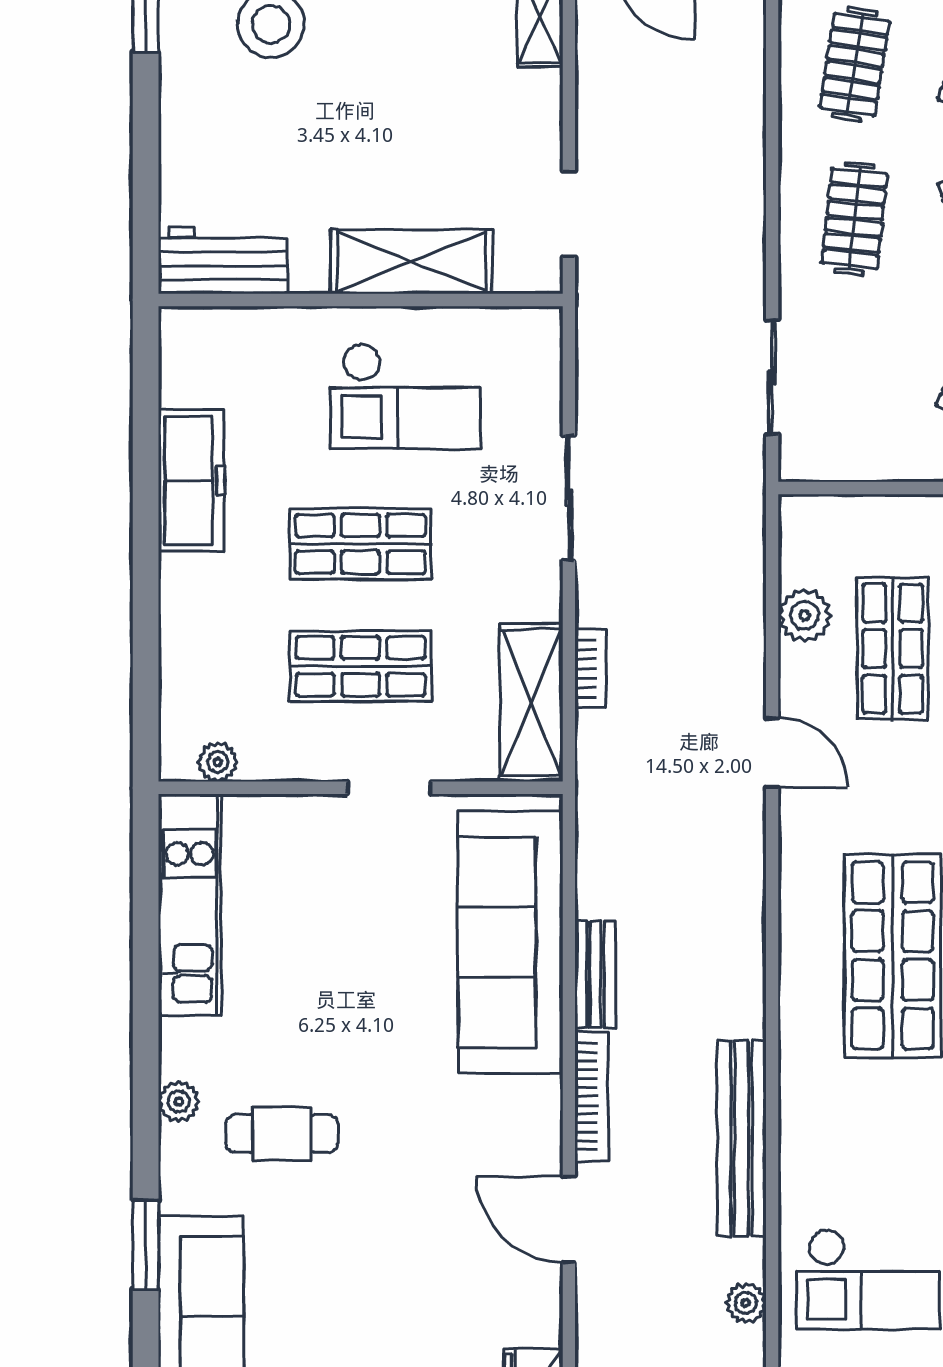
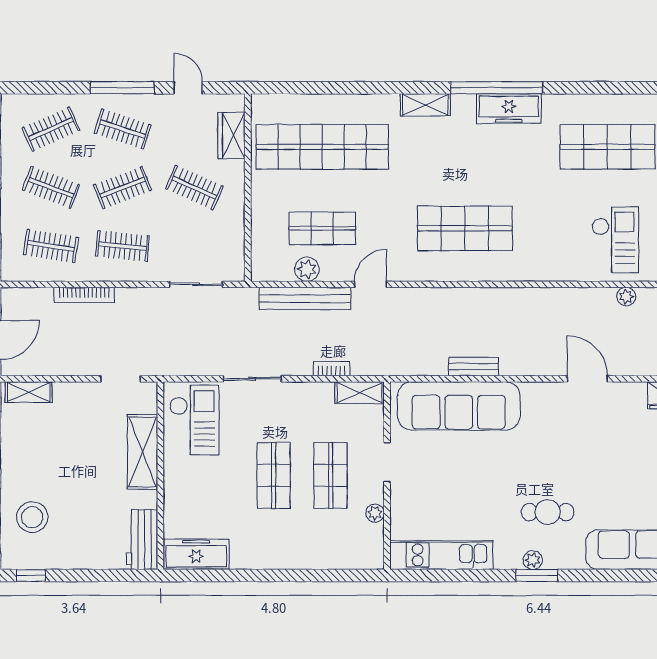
checkout: (405, 396) -> (194, 420), moved
freezer: (191, 480) -> (196, 554), moved
shelving: (531, 703) -> (360, 393), width x0.67, depth x0.75
plant: (218, 762) -> (375, 513), moved
bookcase: (592, 1096) -> (84, 295), moved, turned 180
cafe table: (282, 1134) -> (548, 512), turned 90
bench: (742, 1138) -> (305, 299), moved
door: (569, 1219) -> (588, 379), swing flipped
window: (146, 1245) -> (537, 575), moved

